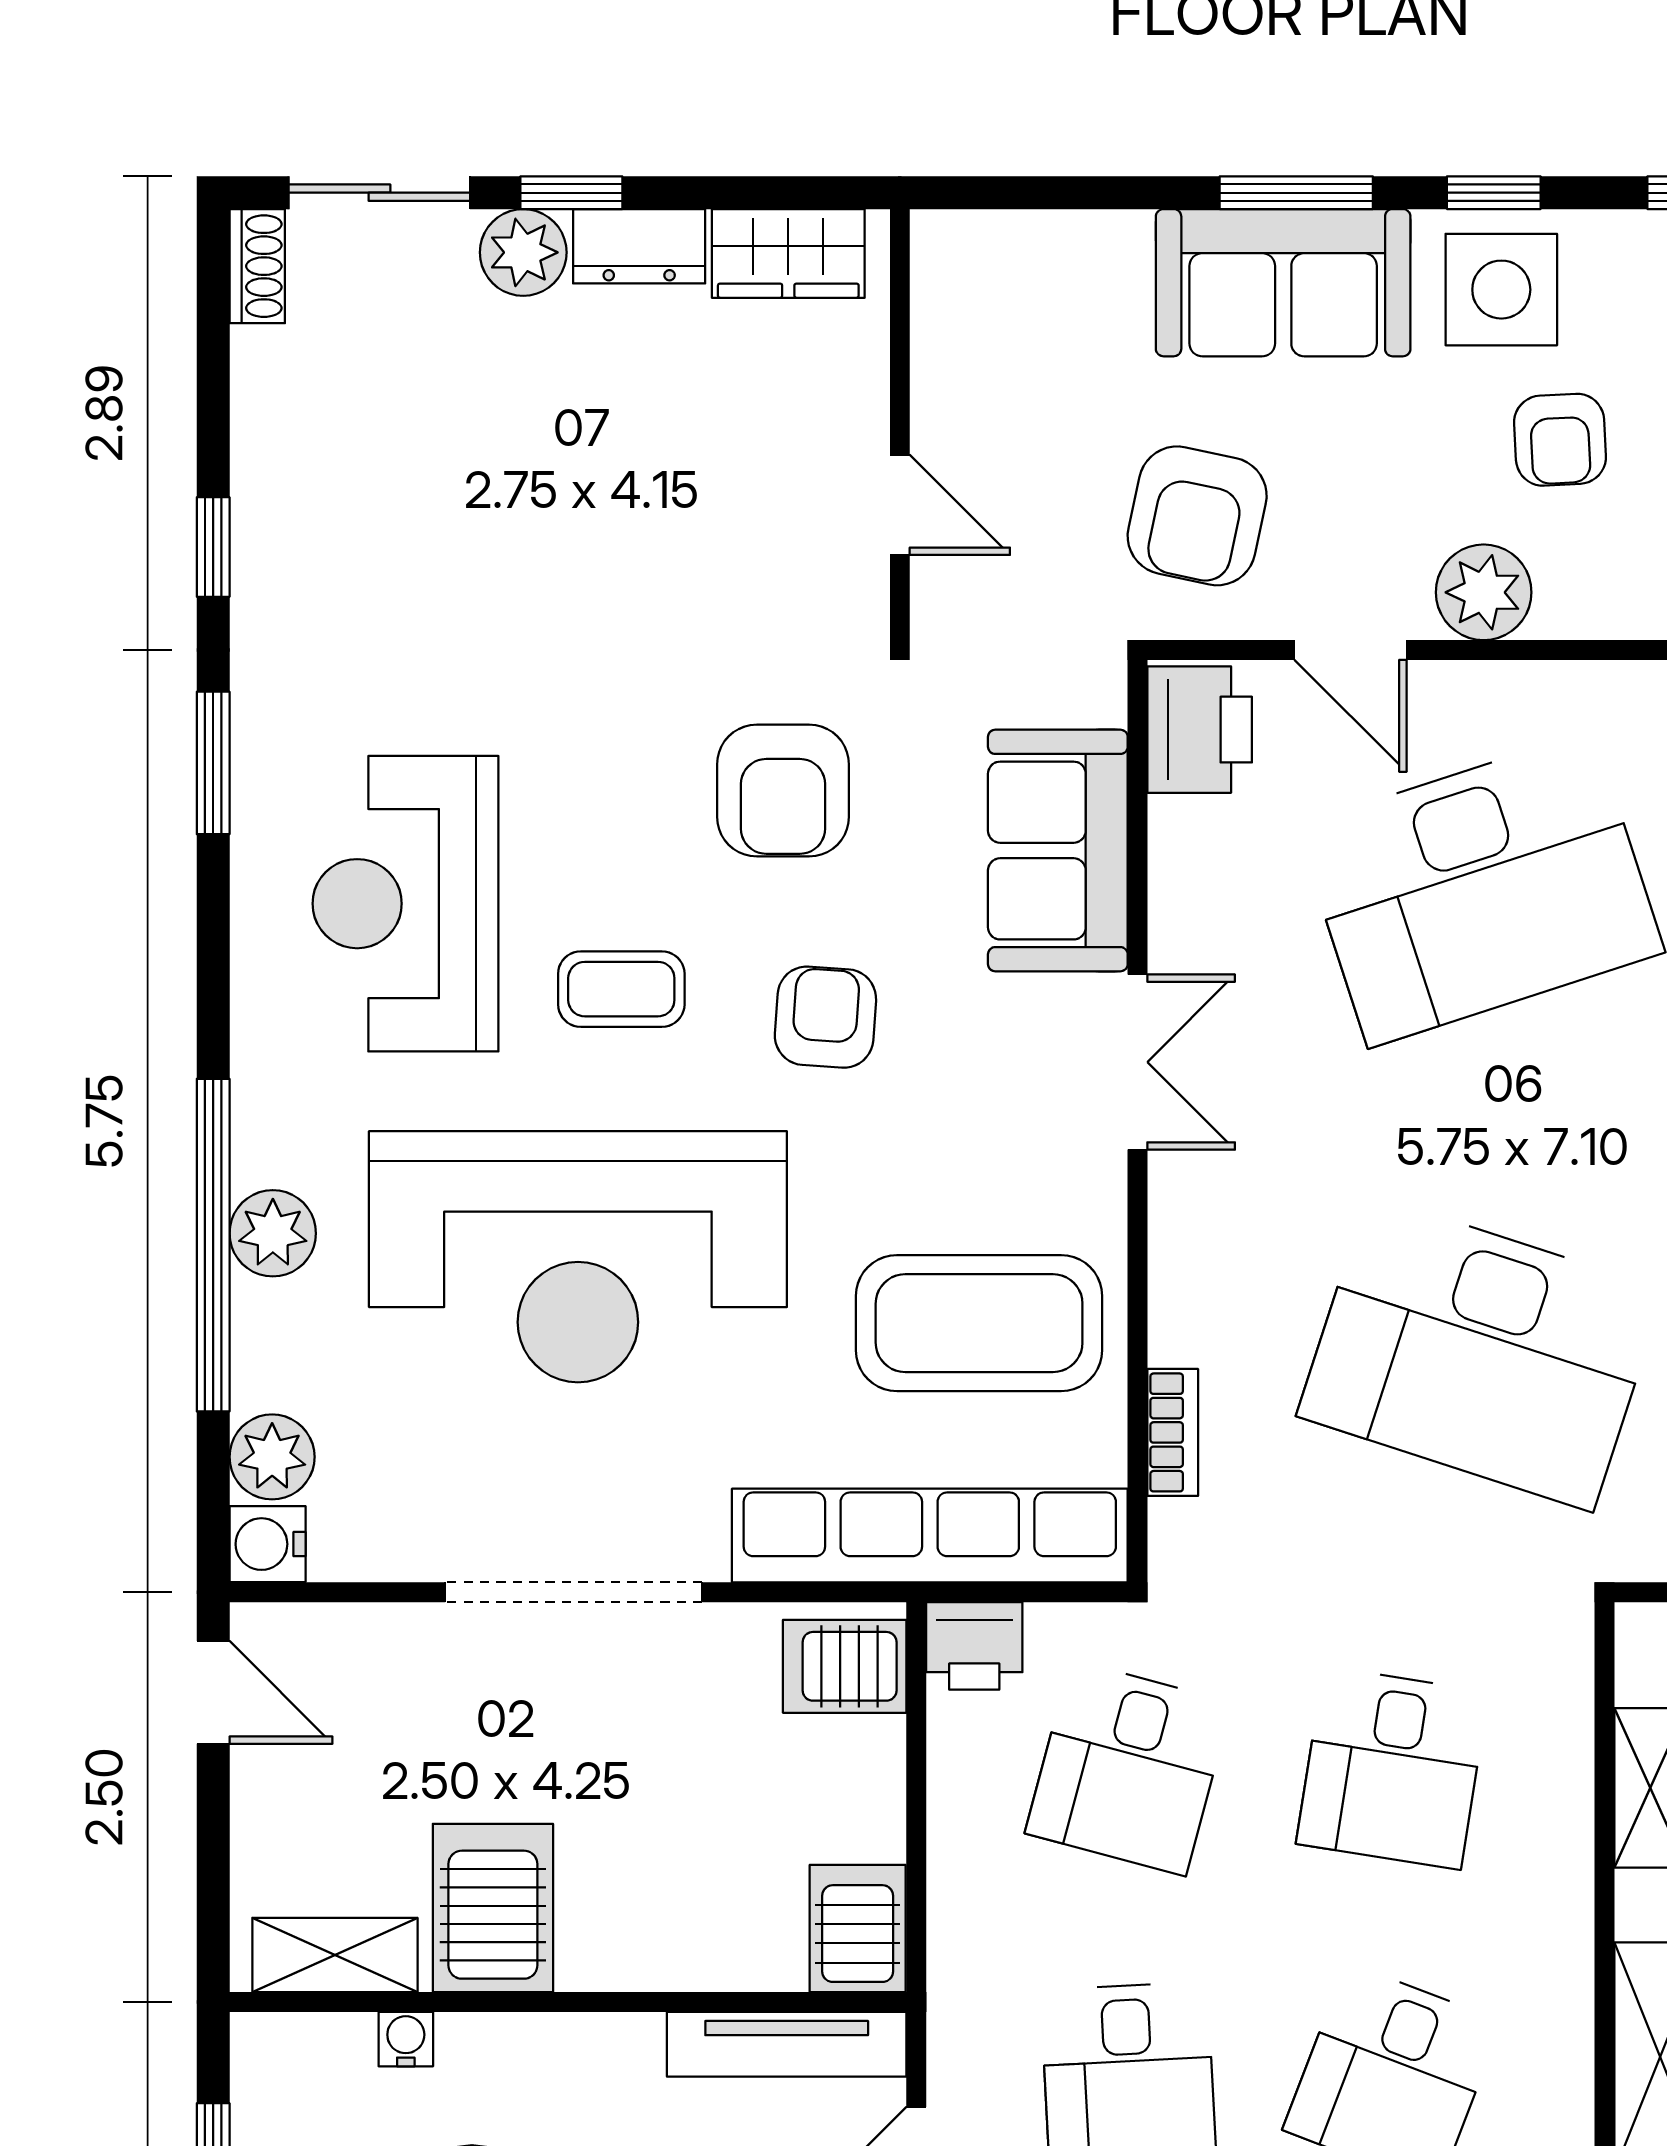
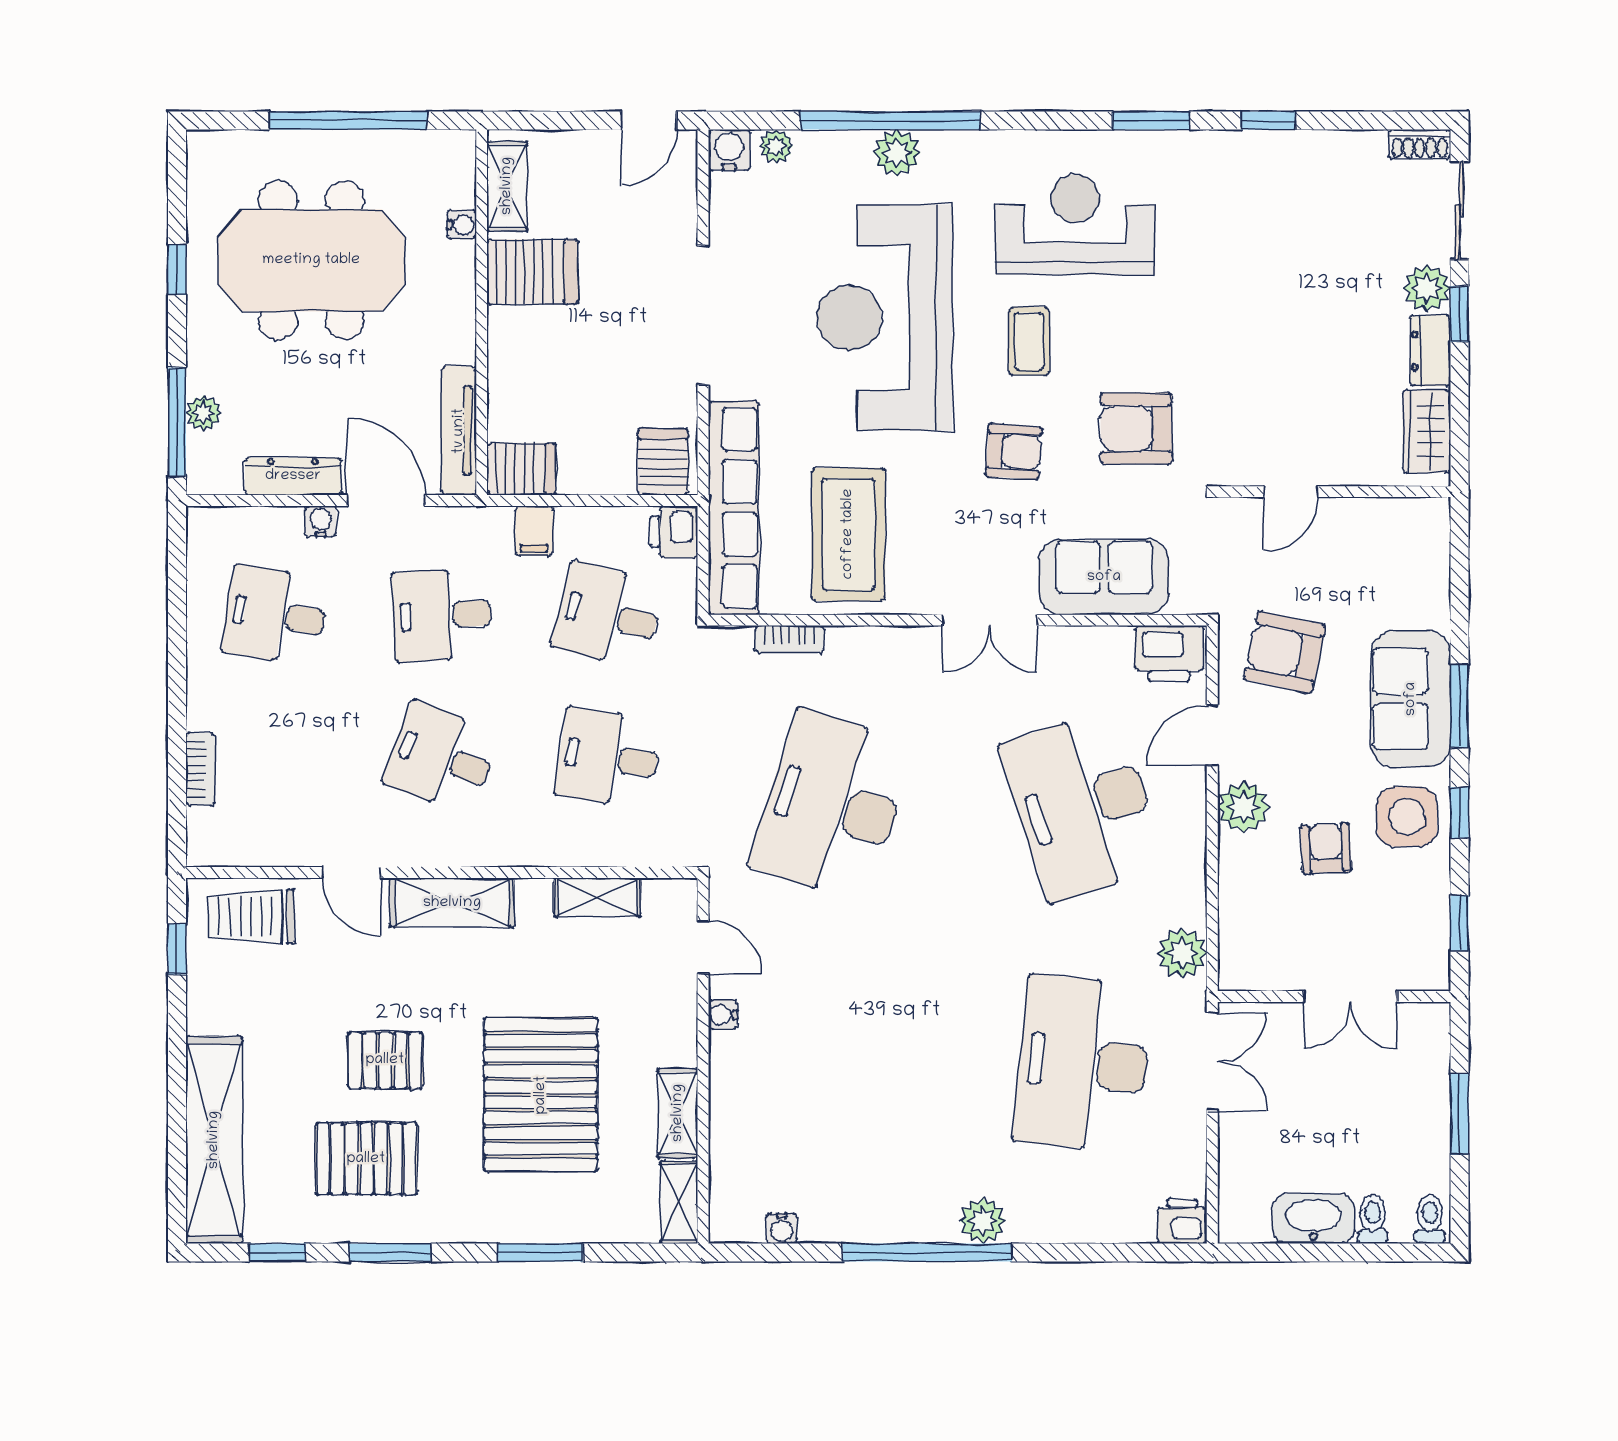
armchair: (1560, 440) -> (1326, 848), turned 90
plant: (272, 1457) -> (776, 146), width x0.73, depth x0.73
filing cabinet: (972, 1905) -> (534, 531), added

